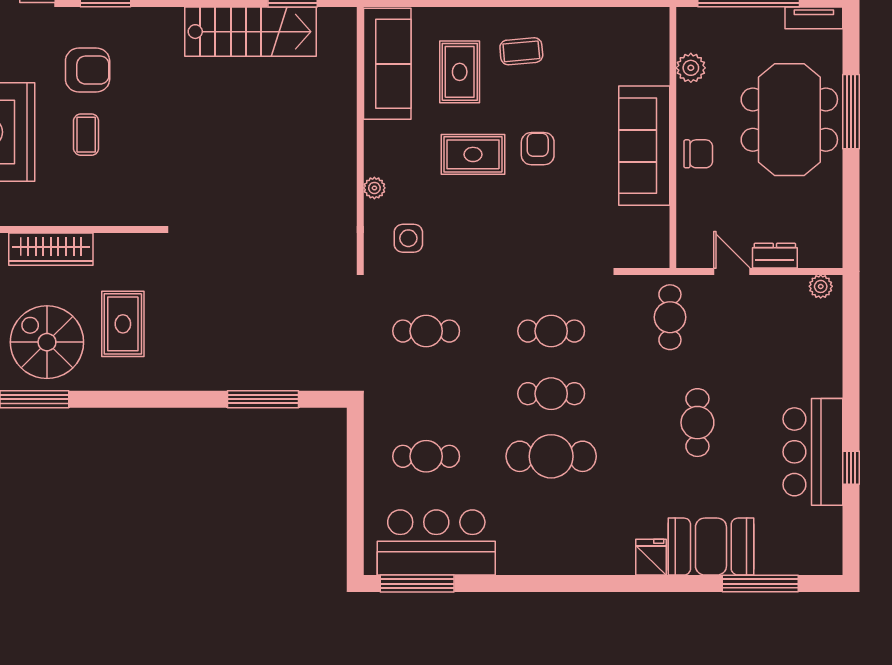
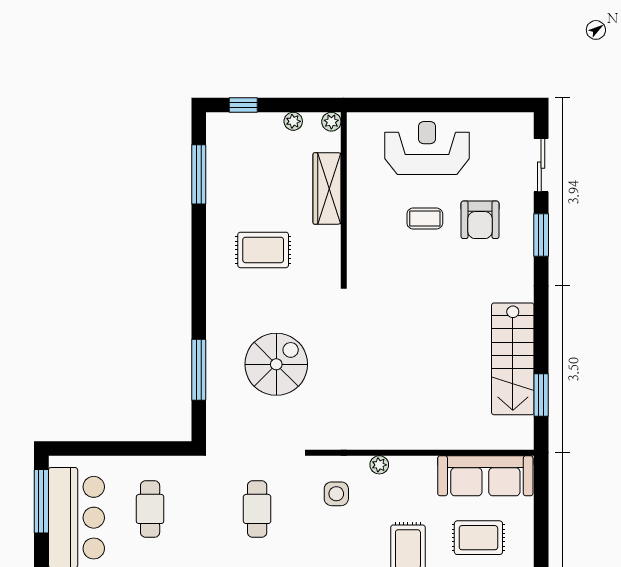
spiral stairs: (47, 342) -> (276, 364), moved

